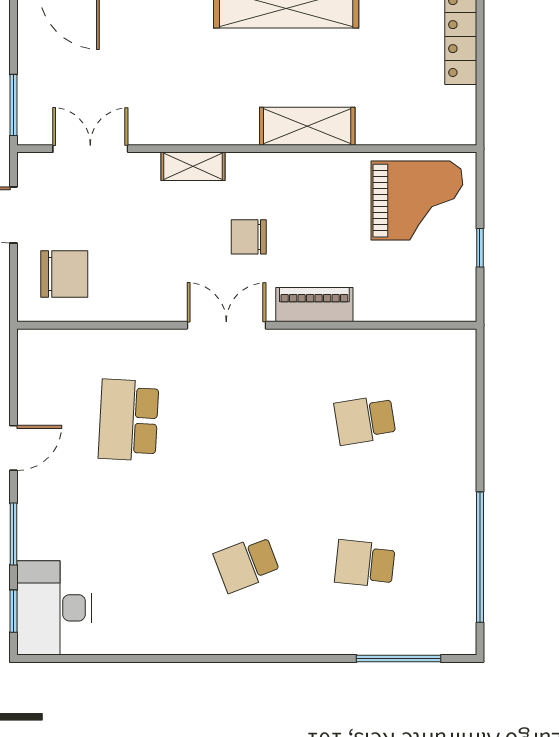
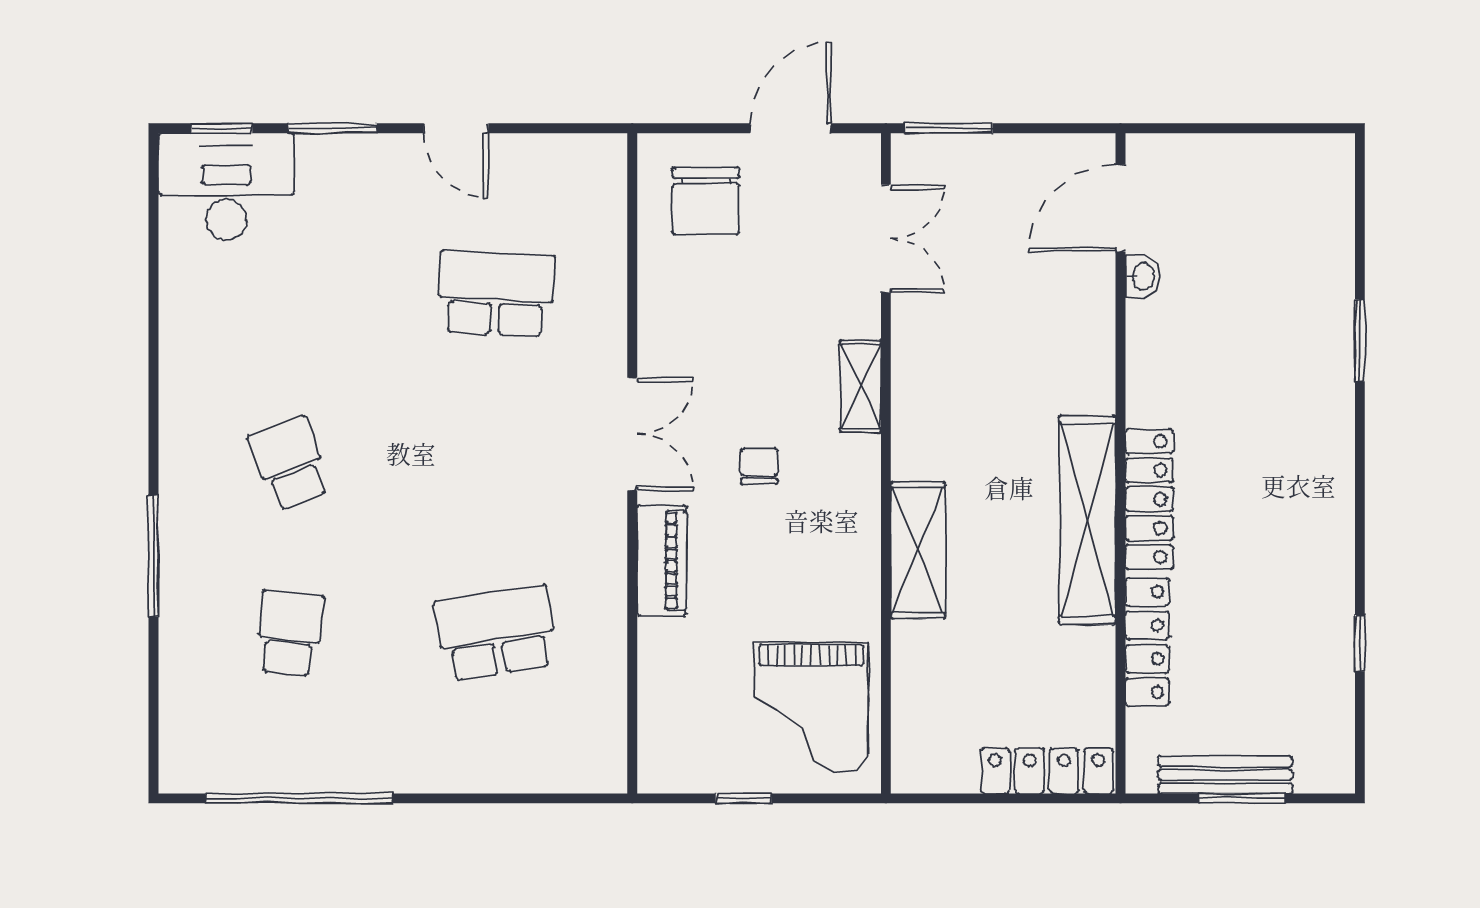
chair: (249, 237) -> (759, 466), width x0.73, depth x0.73
school desk: (365, 420) -> (496, 633), width x1.85
window: (399, 658) -> (154, 556), moved

